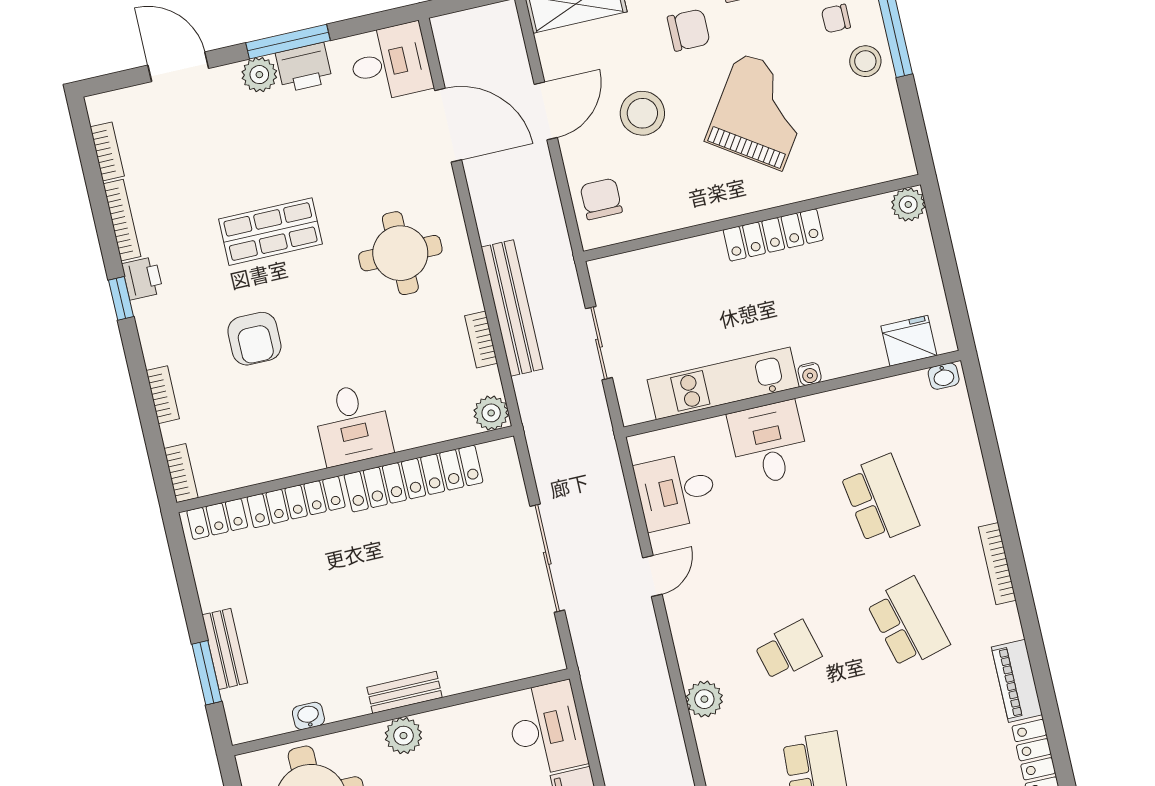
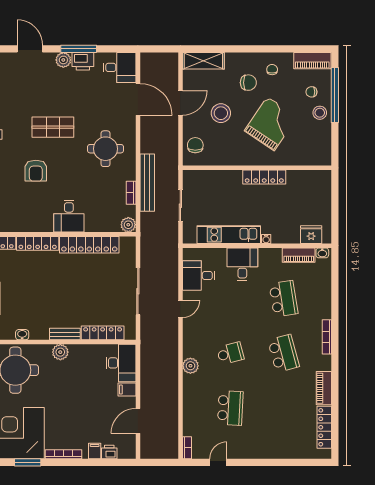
plant: (908, 205) -> (324, 177), removed
piano: (891, 393) -> (299, 255), added
locker: (489, 670) -> (103, 333), added

